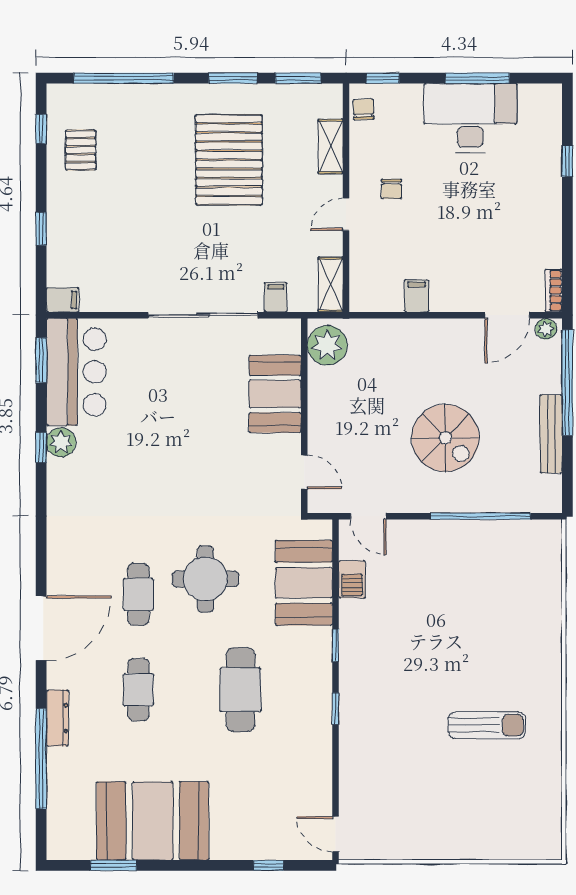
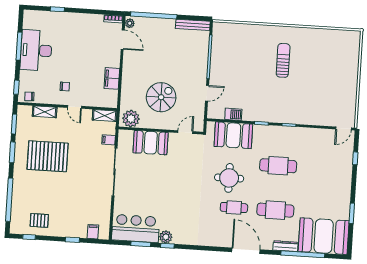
filing cabinet: (417, 296) -> (112, 78), width x2.00
filing cabinet: (63, 300) -> (93, 232), moved
window: (41, 360) -> (141, 244), moved
bench: (551, 434) -> (193, 25), moved
spiral stairs: (445, 438) -> (161, 97), moved
door: (368, 516) -> (207, 93), moved
cafe table: (138, 690) -> (275, 210), width x1.37, depth x1.35
sun lounger: (487, 725) -> (283, 60), moved
booth: (153, 821) -> (324, 236), moved, turned 90
window: (113, 865) -> (352, 213), moved

